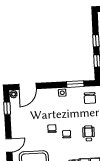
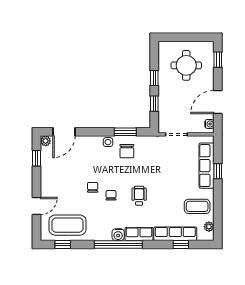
chair: (90, 98) -> (127, 151), moved

